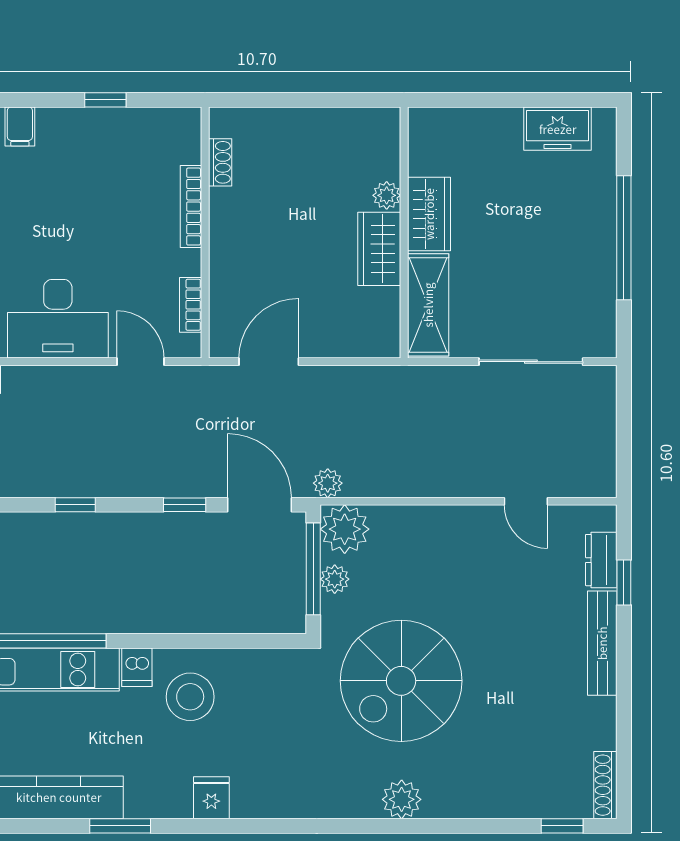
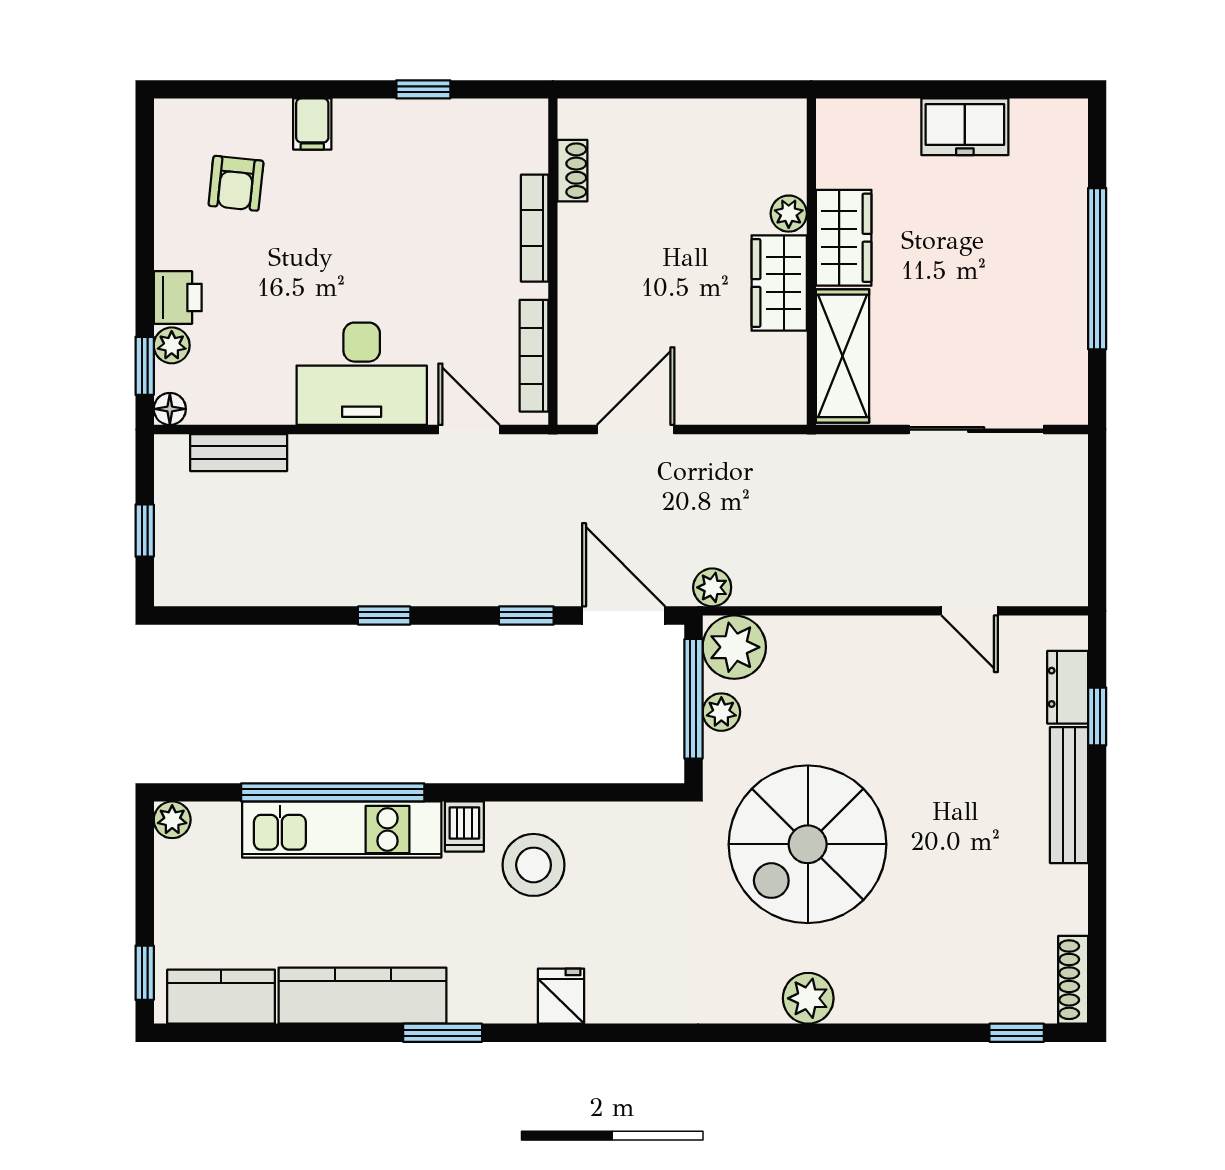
freezer: (558, 129) -> (965, 127), moved
bookcase: (191, 305) -> (534, 356), width x1.56

